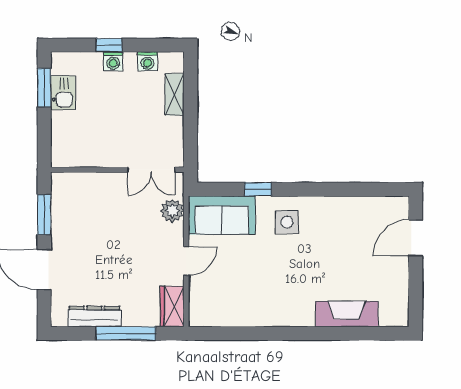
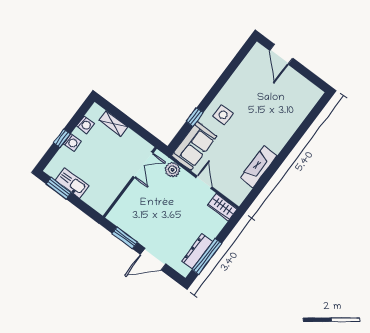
kitchen sink: (63, 93) -> (72, 183), width x1.38
fireplace: (347, 314) -> (259, 167), moved
window: (126, 333) -> (207, 257), moved

